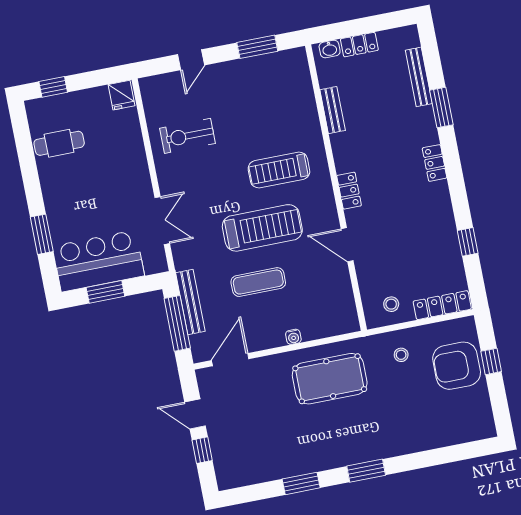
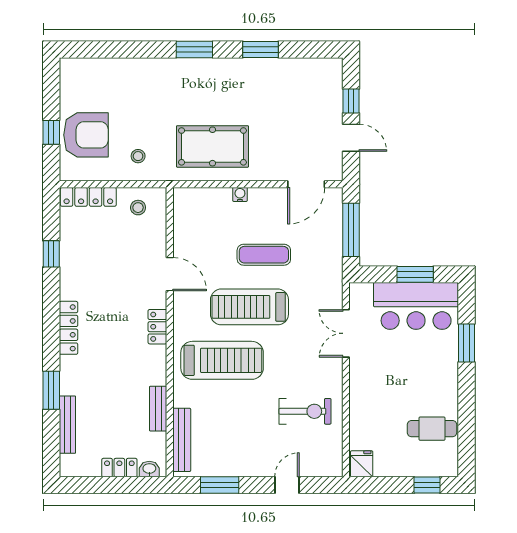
locker: (435, 163) -> (69, 328), width x1.53
treadmill: (279, 170) -> (222, 360), width x1.37, depth x1.38
bench: (190, 302) -> (182, 440), moved

